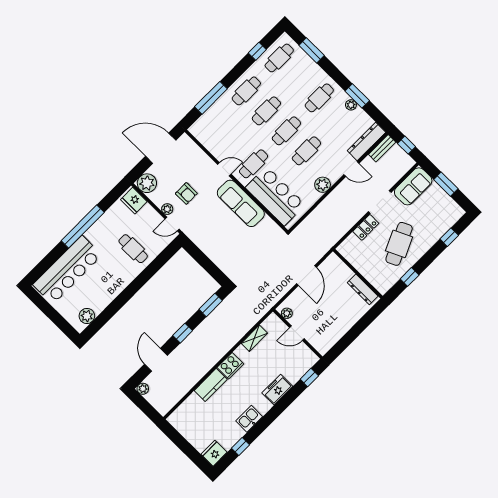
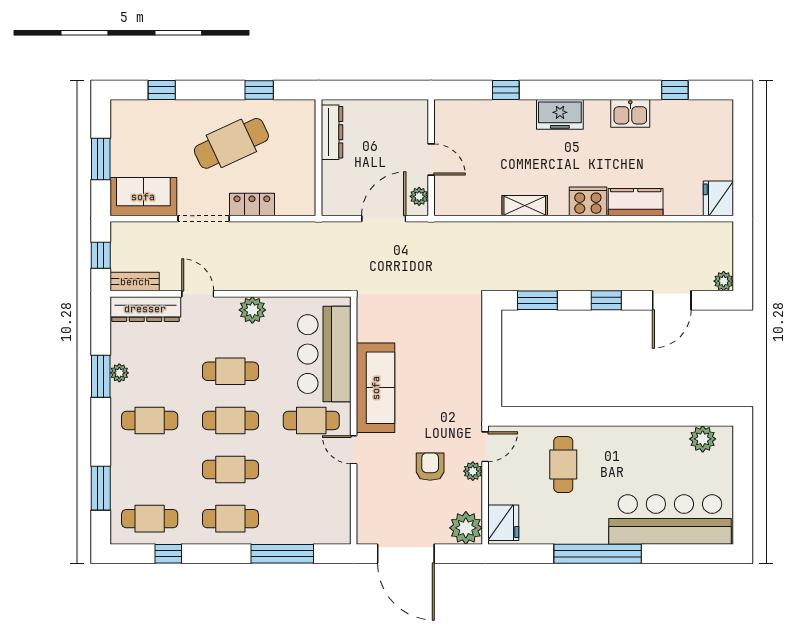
door: (172, 224) -> (485, 447), hinge flipped
plant: (287, 313) -> (419, 196), moved
door: (297, 333) -> (431, 159), moved
wall: (298, 334) -> (431, 158), moved
fridge: (214, 453) -> (718, 198), moved, turned 90

